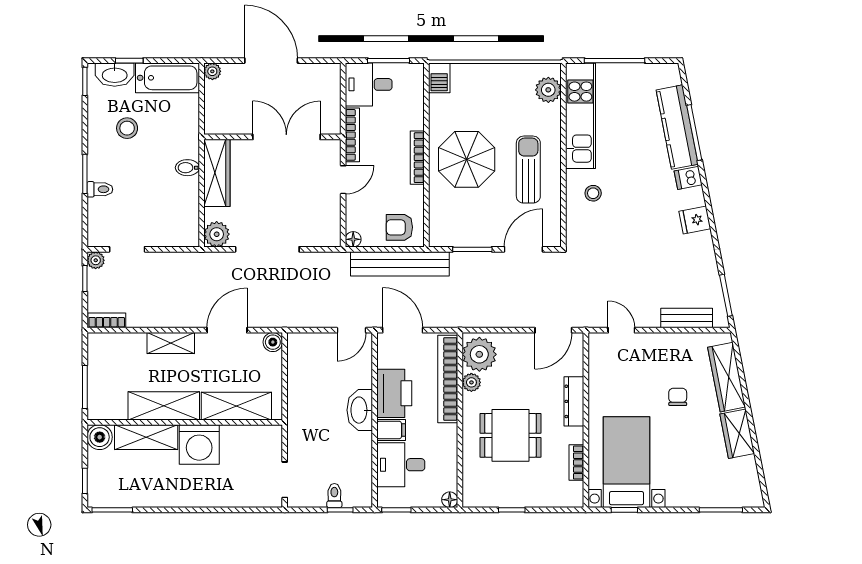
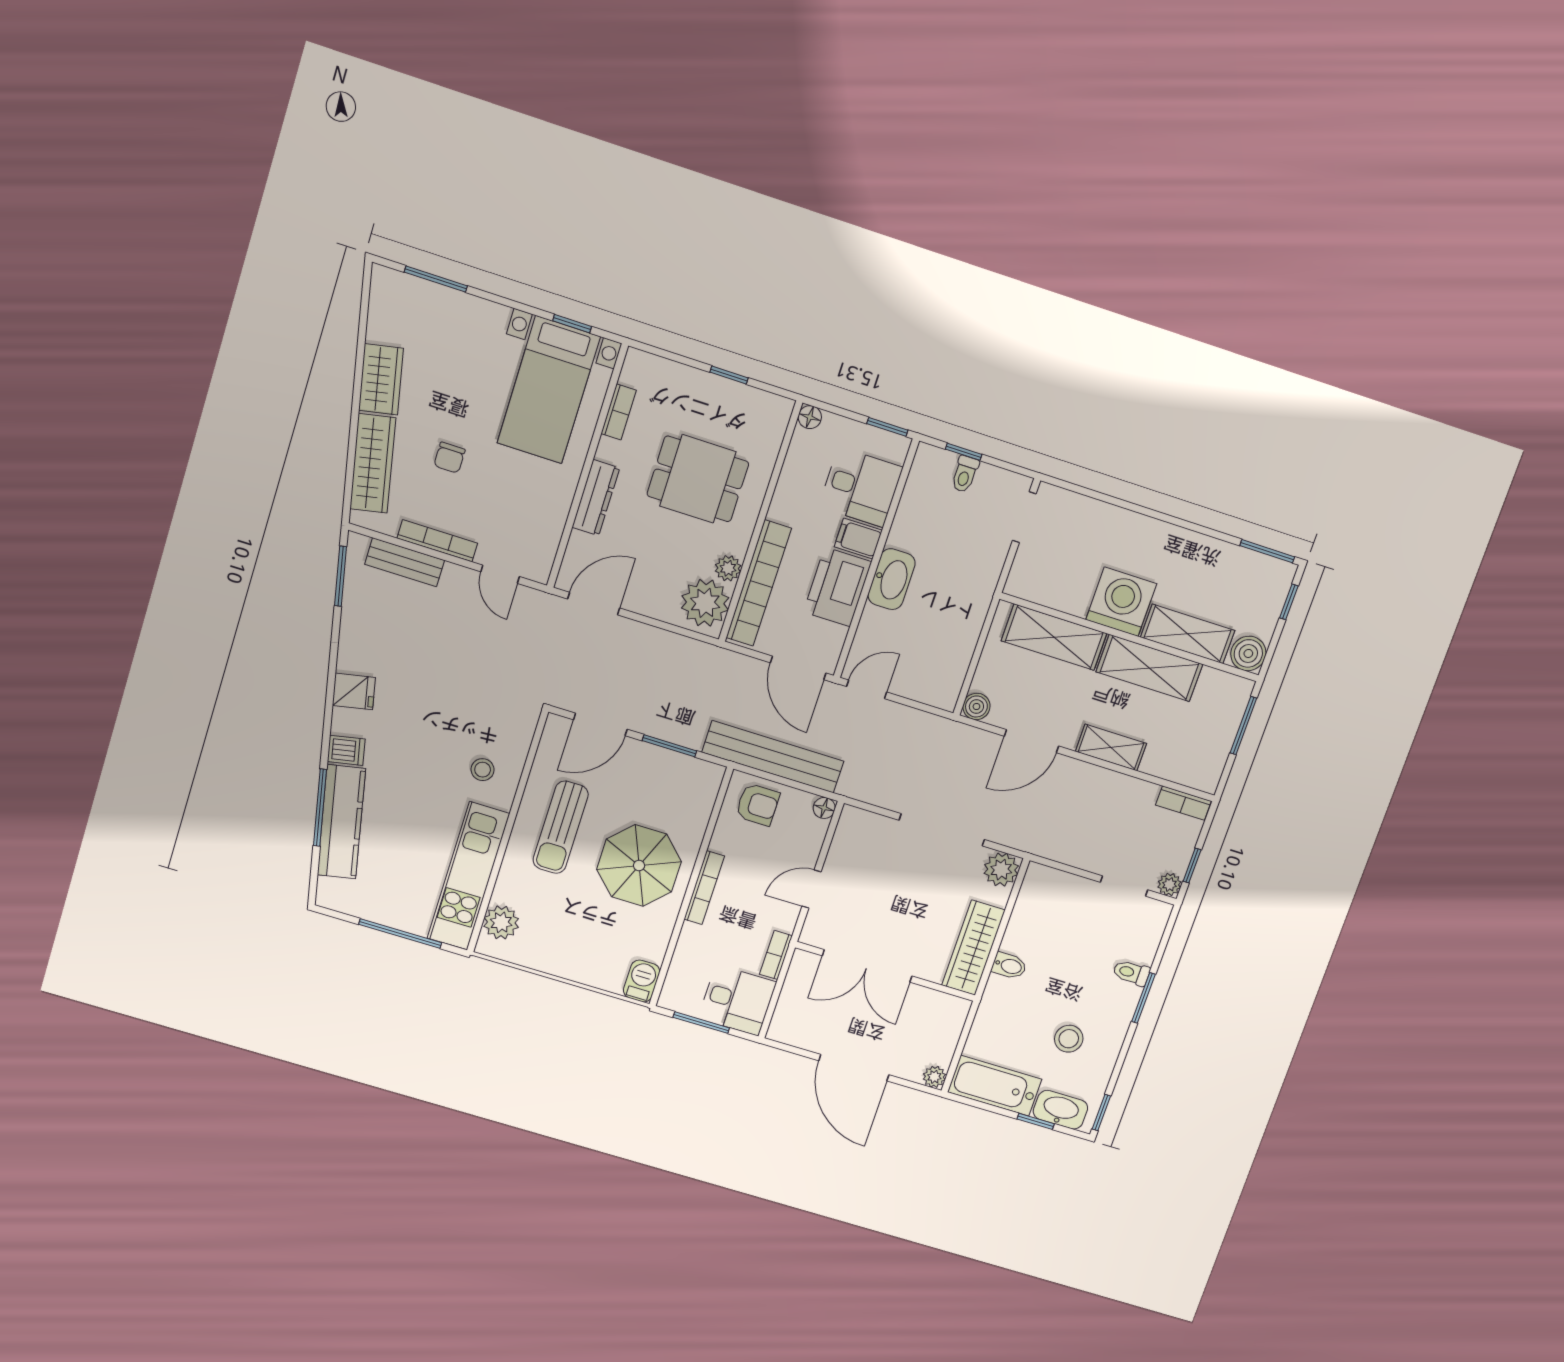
bookcase: (352, 135) -> (776, 955), width x0.64
bookcase: (669, 339) -> (437, 541), added

